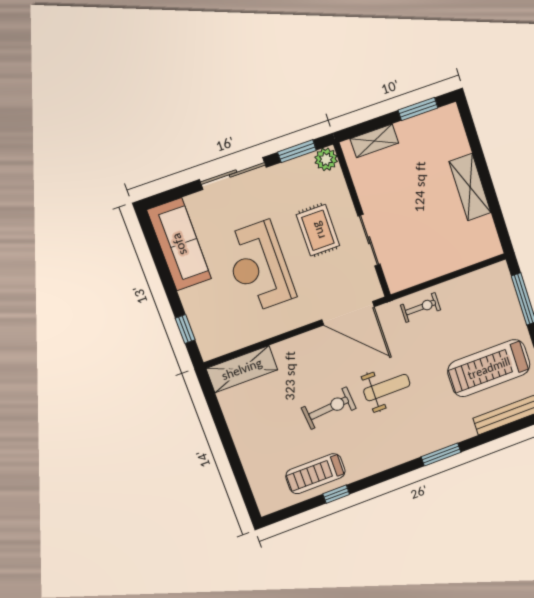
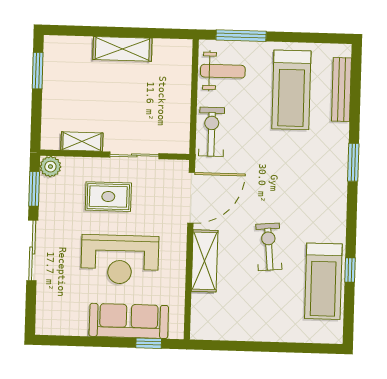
shelving: (374, 141) -> (82, 142), moved, turned 90
sofa: (179, 244) -> (129, 321), moved
exercise bike: (421, 307) -> (212, 132), width x1.38, depth x1.39
shelving: (242, 369) -> (205, 261), moved
weight bench: (387, 388) -> (223, 71), moved, turned 90
treadmill: (315, 474) -> (323, 281), width x1.37, depth x1.38

